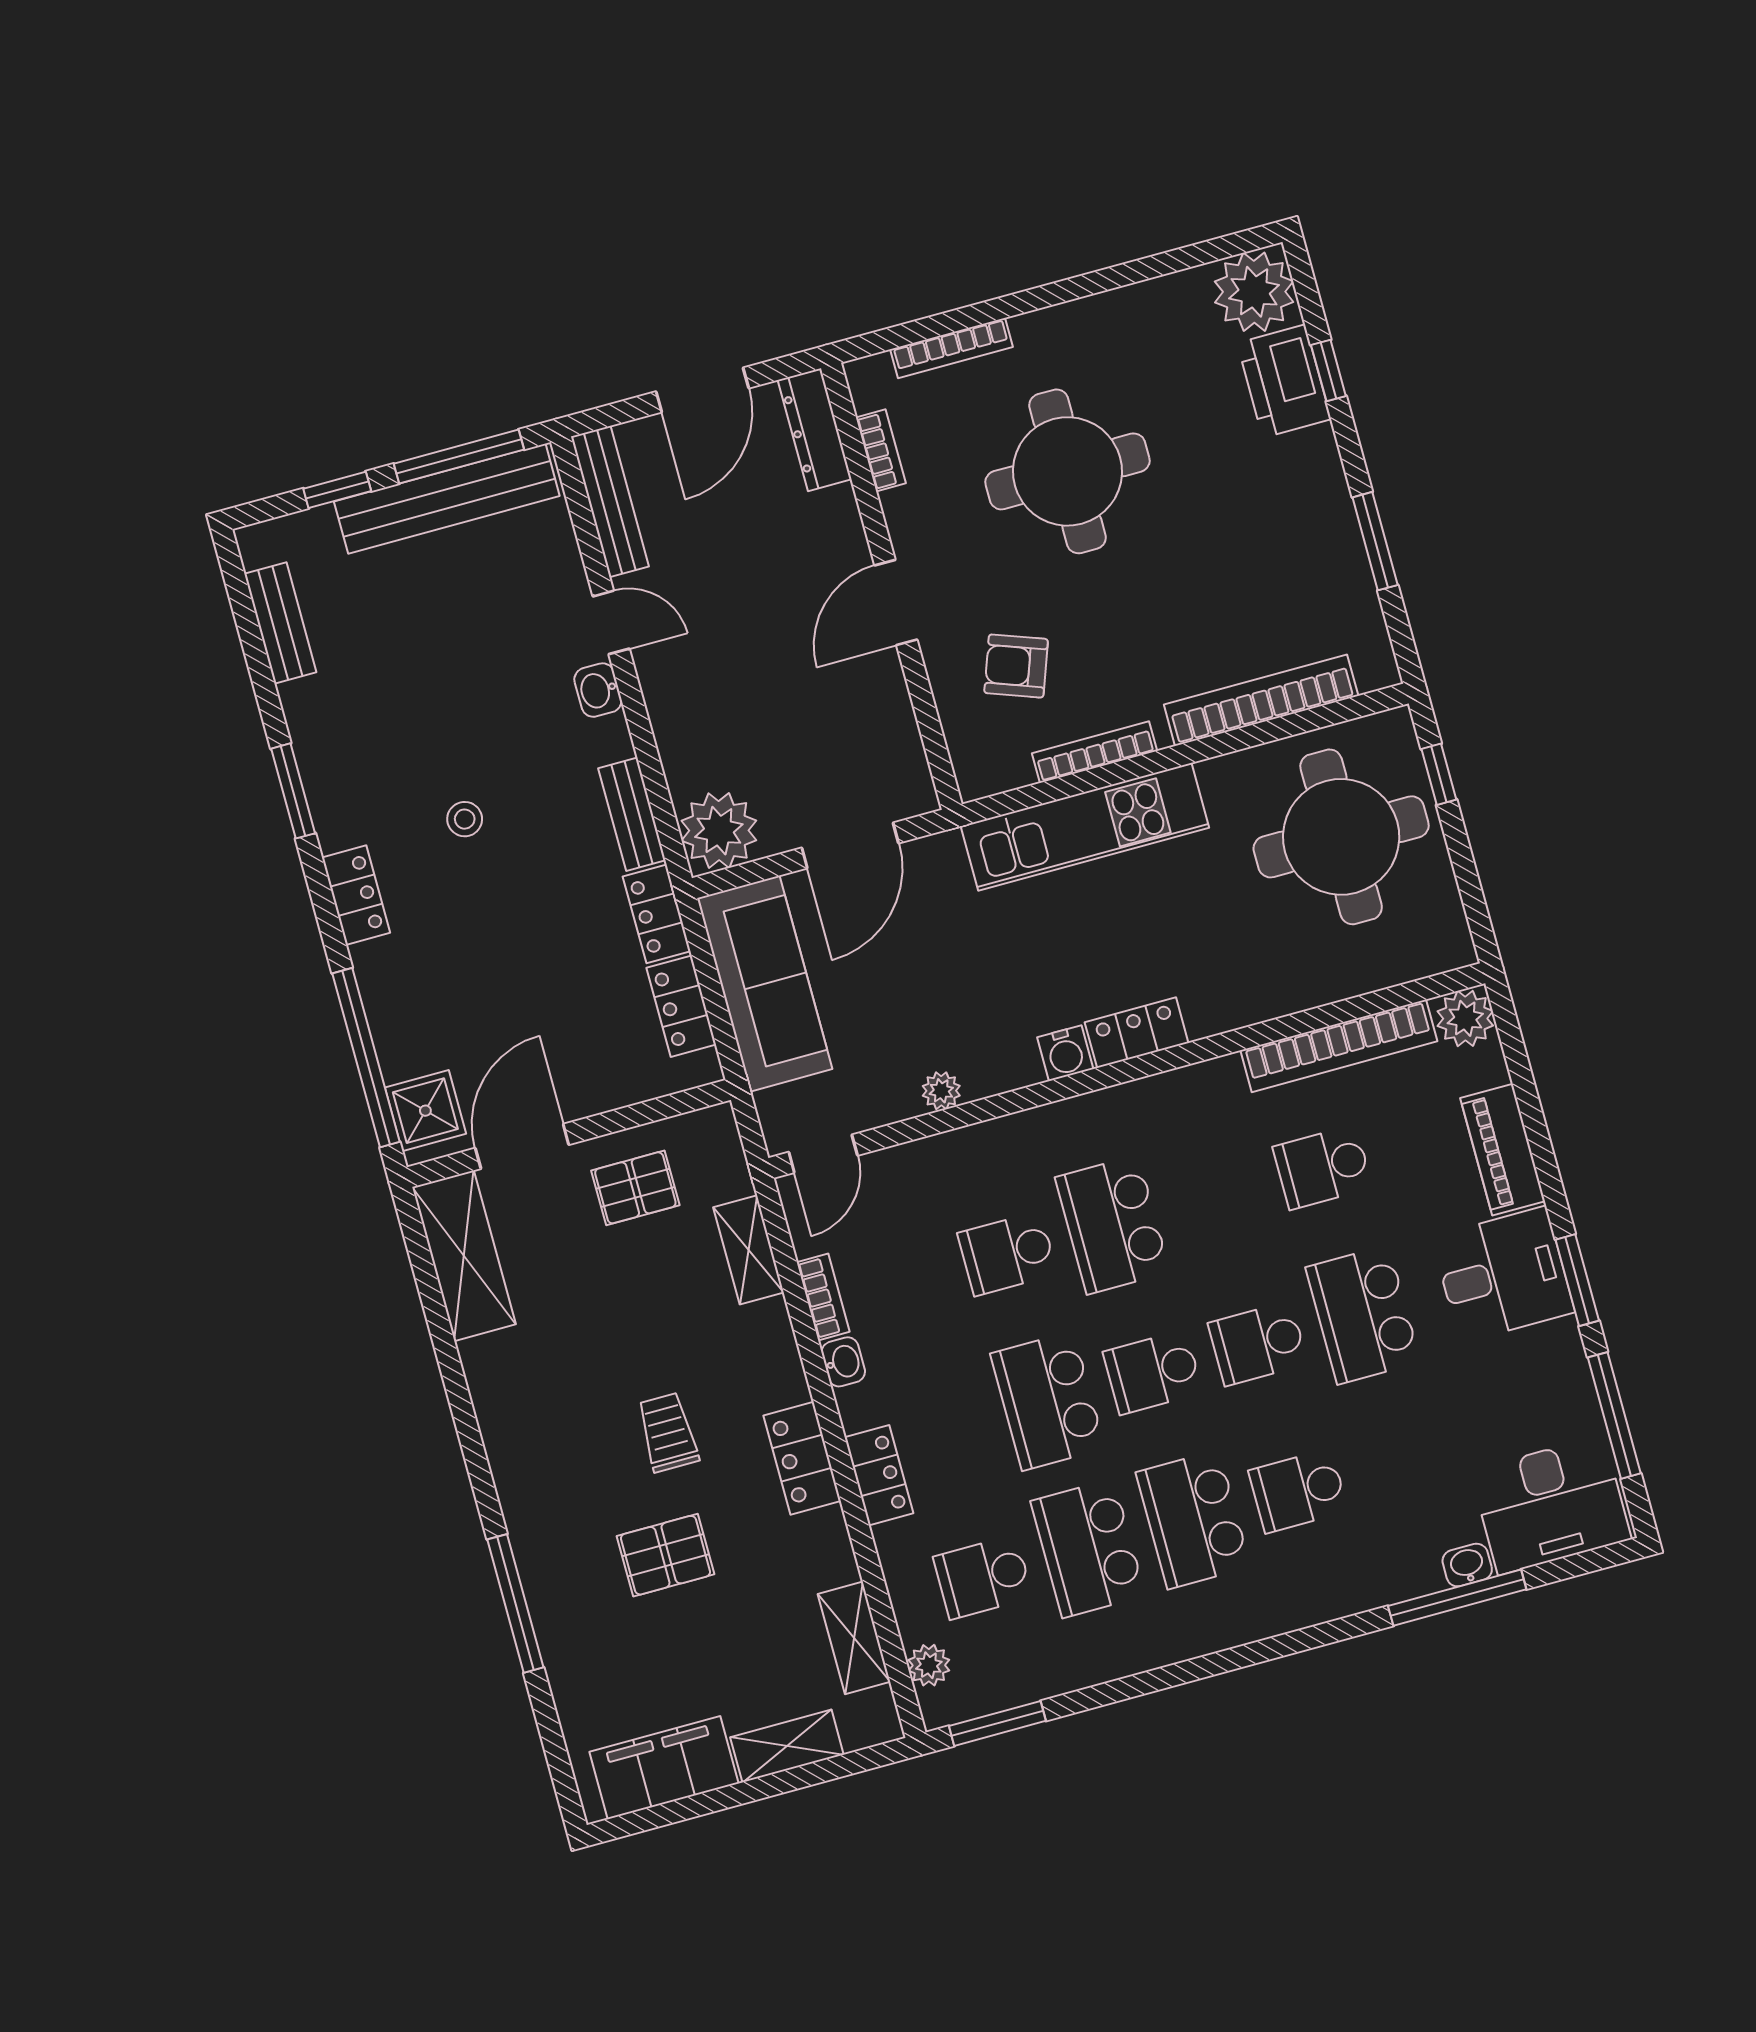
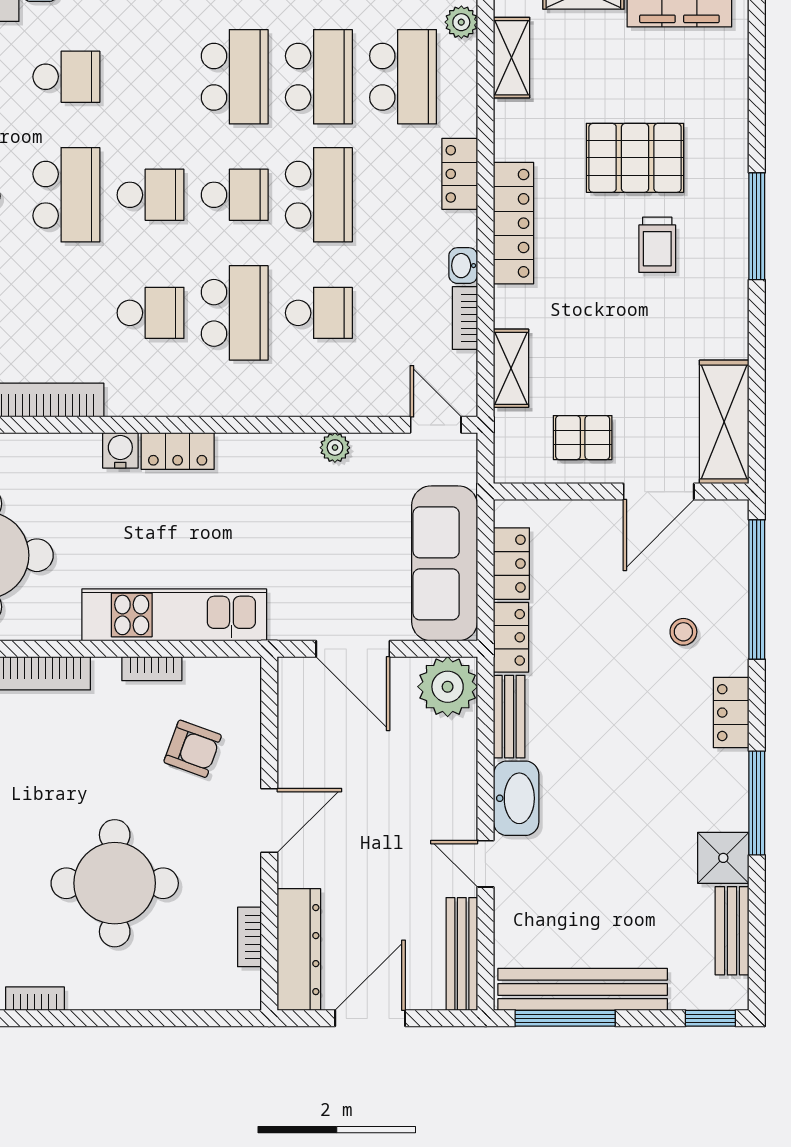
bookcase: (951, 348) -> (35, 999), moved, width x0.64
dresser: (815, 430) -> (299, 950), width x1.37, depth x1.24
window: (337, 490) -> (710, 1018), moved
washbasin: (598, 690) -> (516, 798), width x1.91, depth x1.45
bookcase: (1094, 752) -> (152, 669), width x0.64
window: (293, 791) -> (757, 803), width x1.44
stool: (465, 819) -> (683, 632), moved
door: (850, 846) -> (353, 649), swing flipped
water cooler: (1065, 1053) -> (120, 450), moved
shower: (425, 1111) -> (723, 858), moved
door: (823, 1154) -> (436, 425), hinge flipped
school desk: (1323, 1167) -> (151, 313), moved
trolley: (668, 1432) -> (657, 245), moved
locker: (802, 1458) -> (513, 223), width x1.53
school desk: (1298, 1491) -> (66, 77), moved
pallet: (665, 1555) -> (635, 158), width x1.50, depth x1.42
school desk: (983, 1577) -> (403, 77), width x1.85
window: (515, 1603) -> (757, 226), moved

